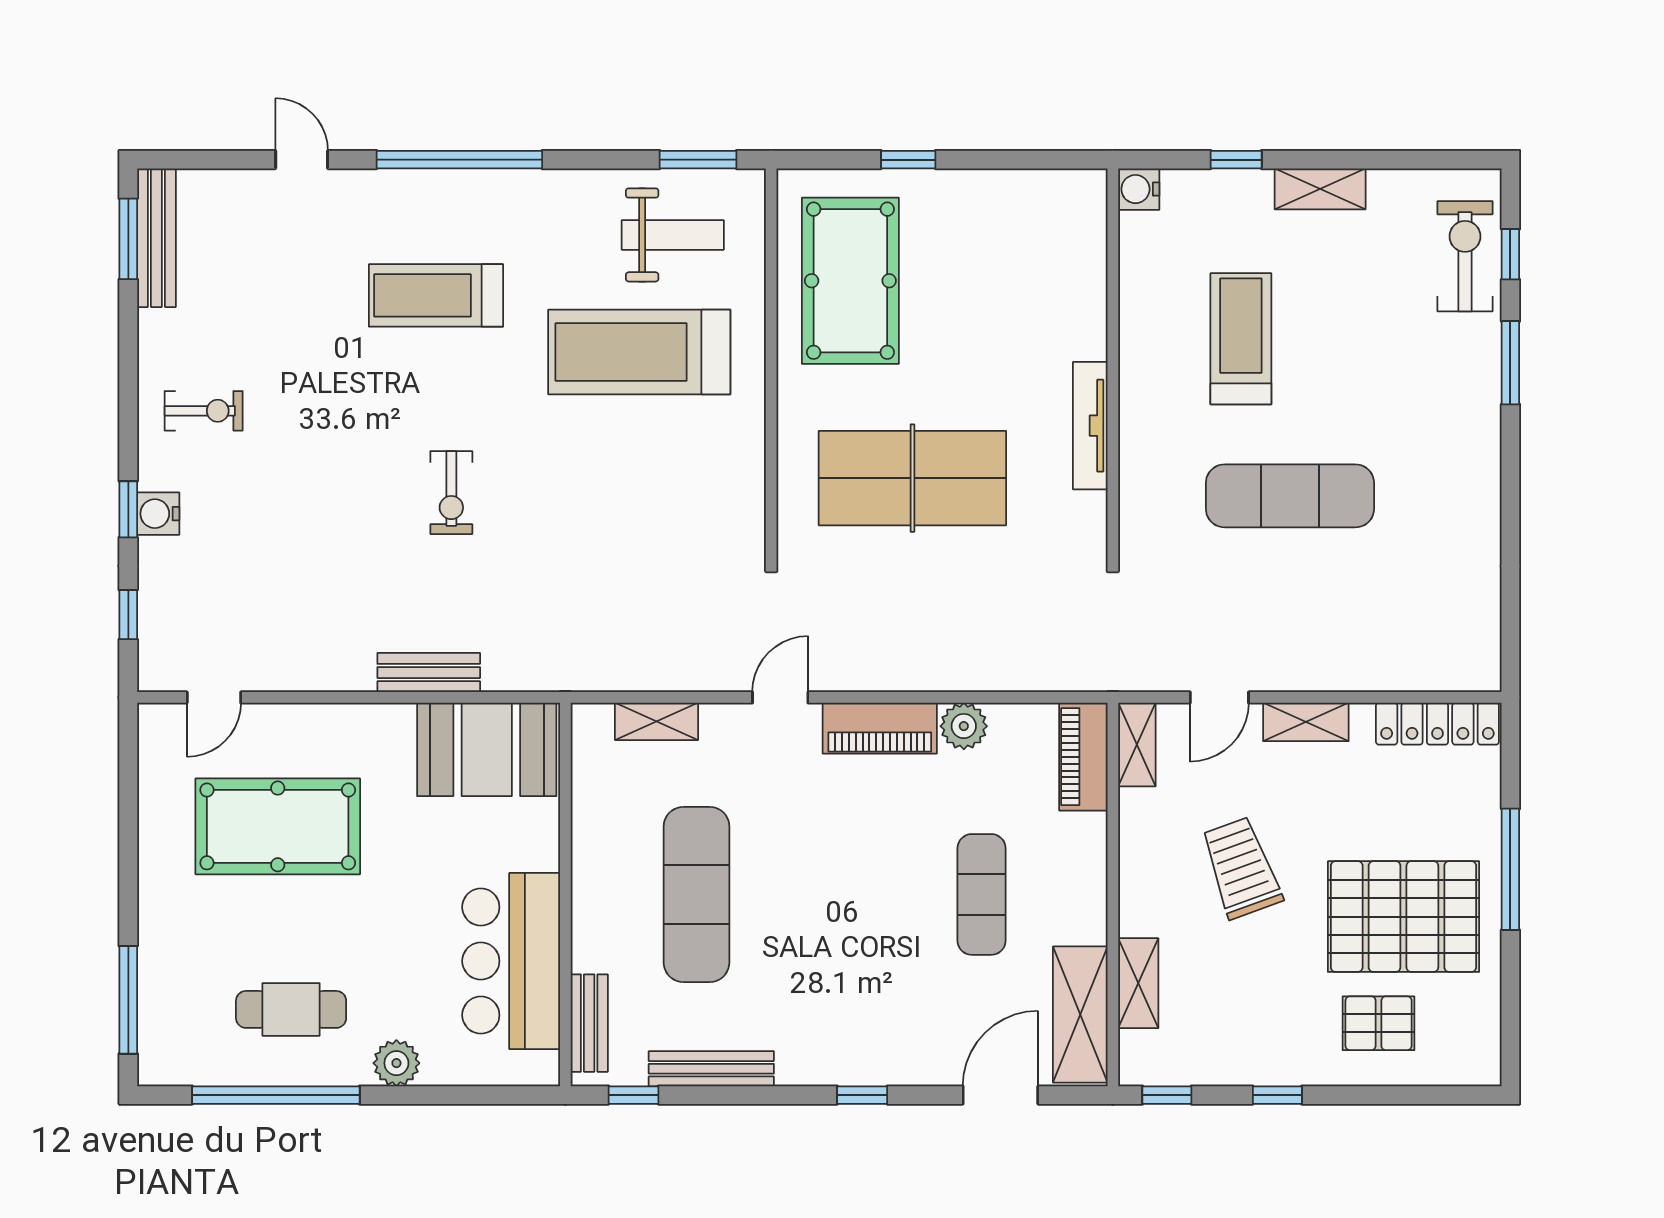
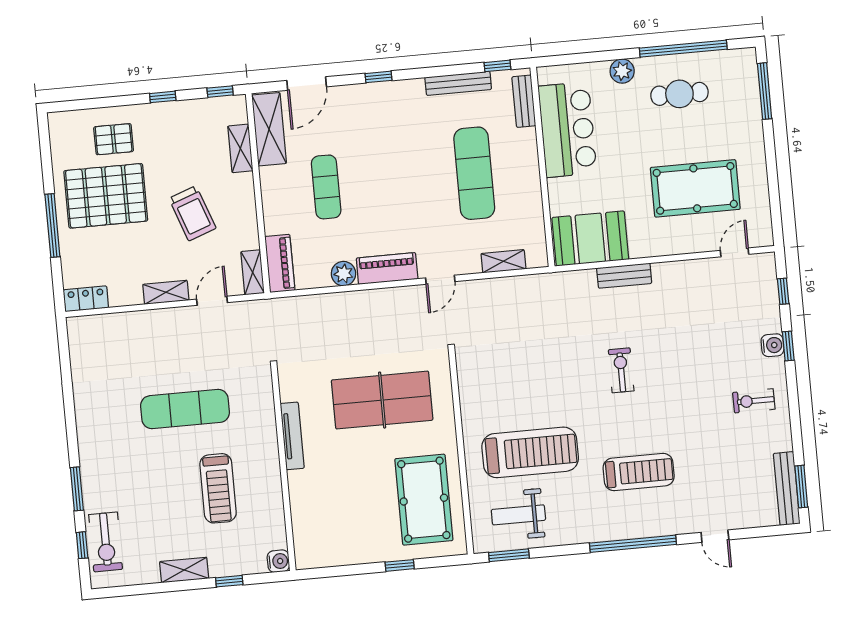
locker: (1437, 724) -> (86, 299), width x0.66

